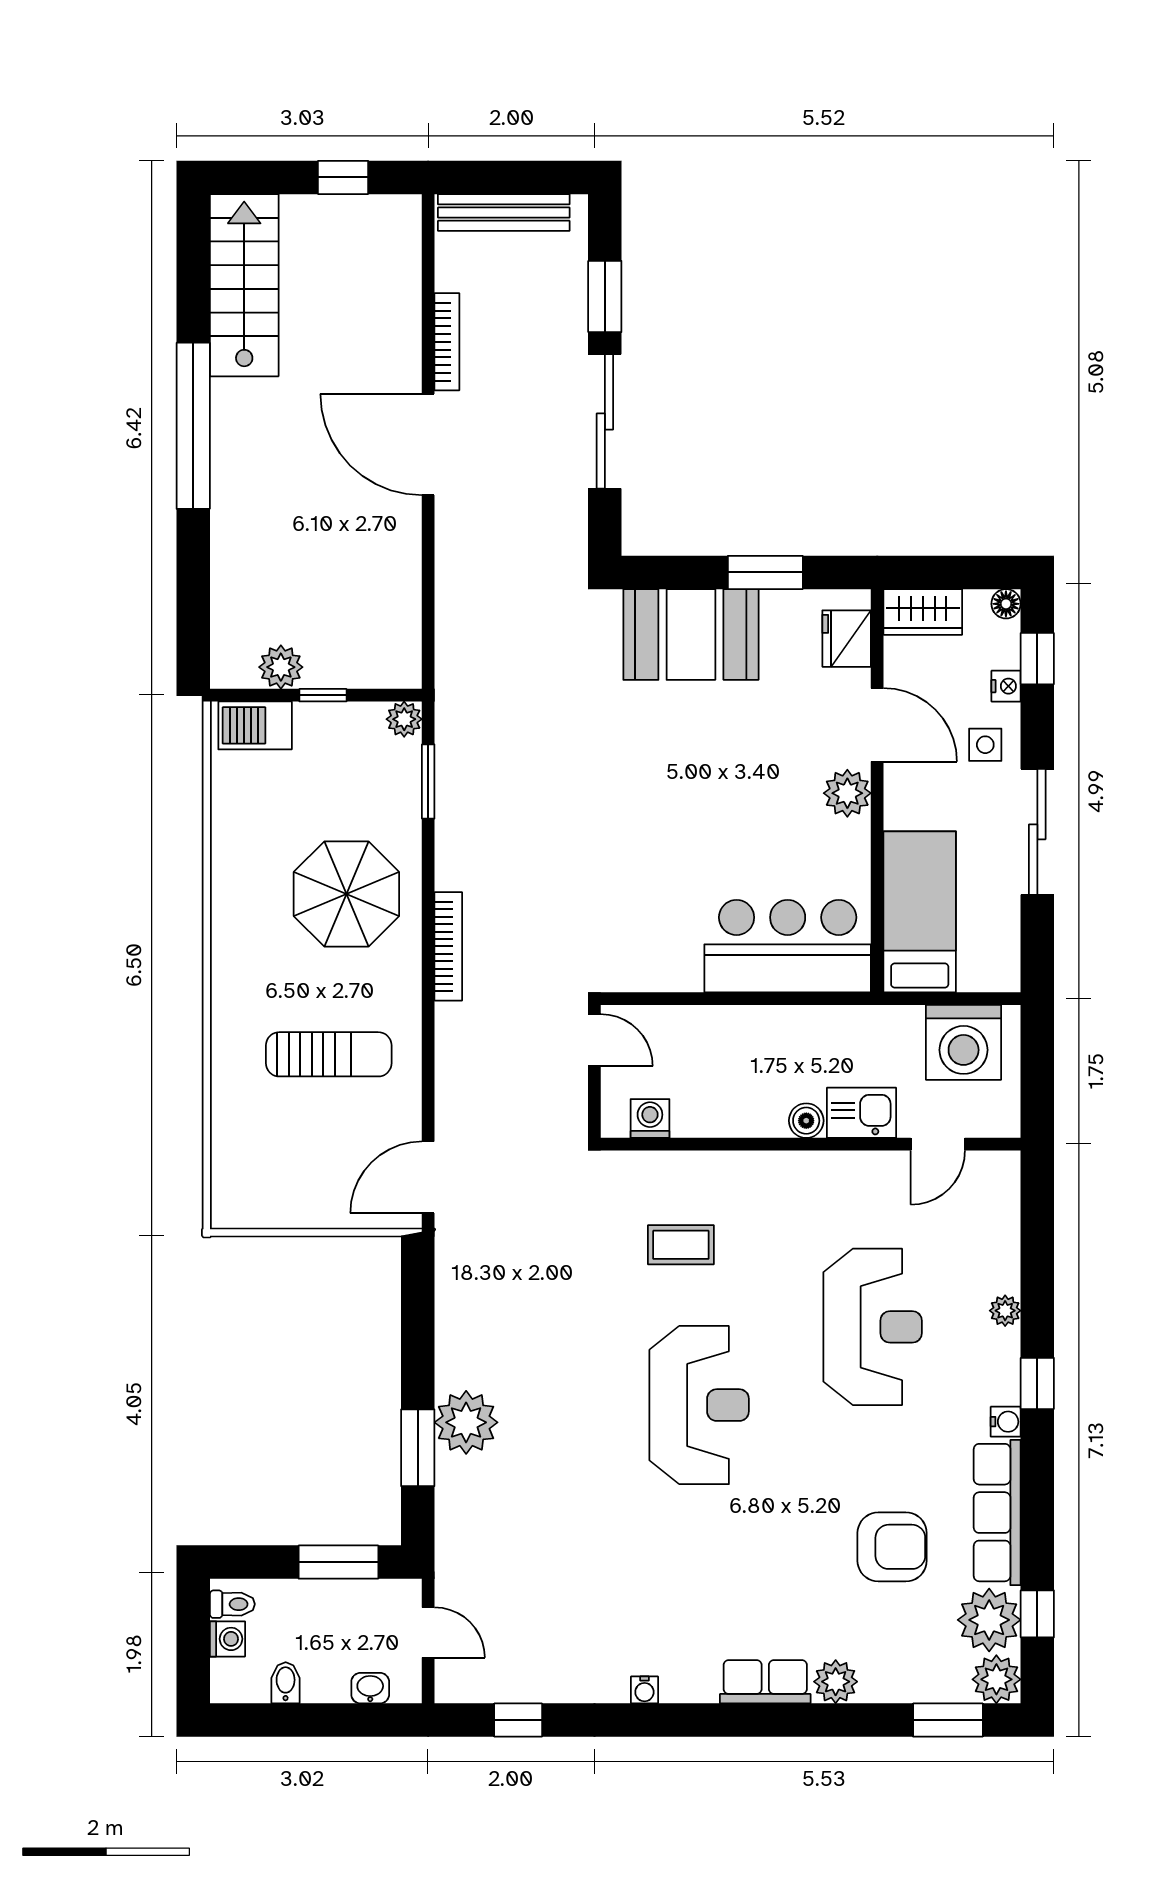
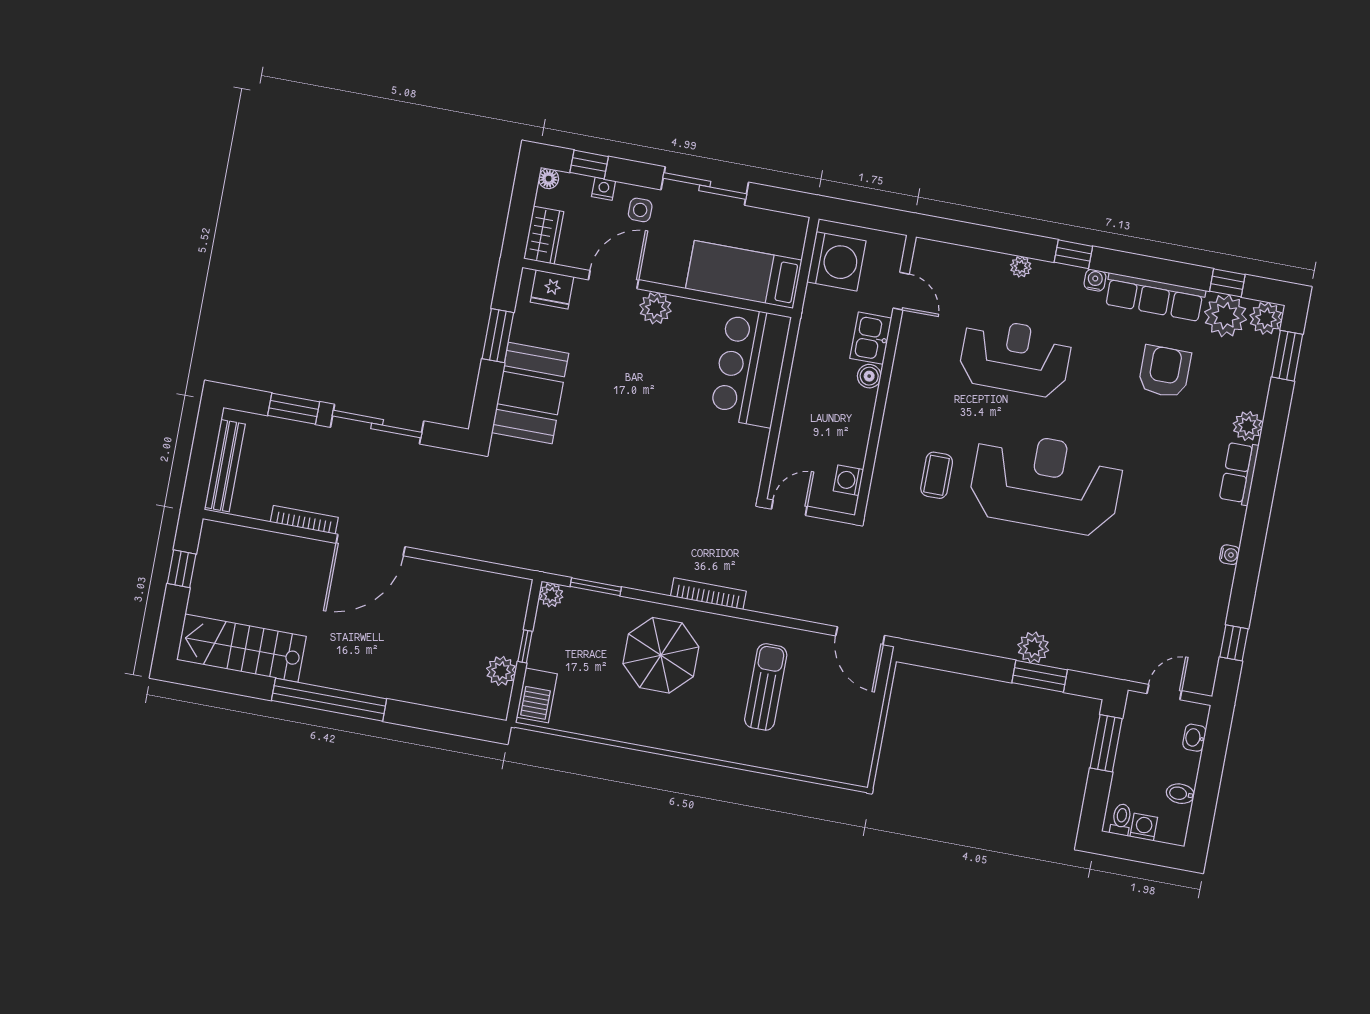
reception desk: (699, 1405) -> (1046, 483), width x1.36, depth x1.30
plant: (466, 1422) -> (1033, 647), width x0.73, depth x0.73

